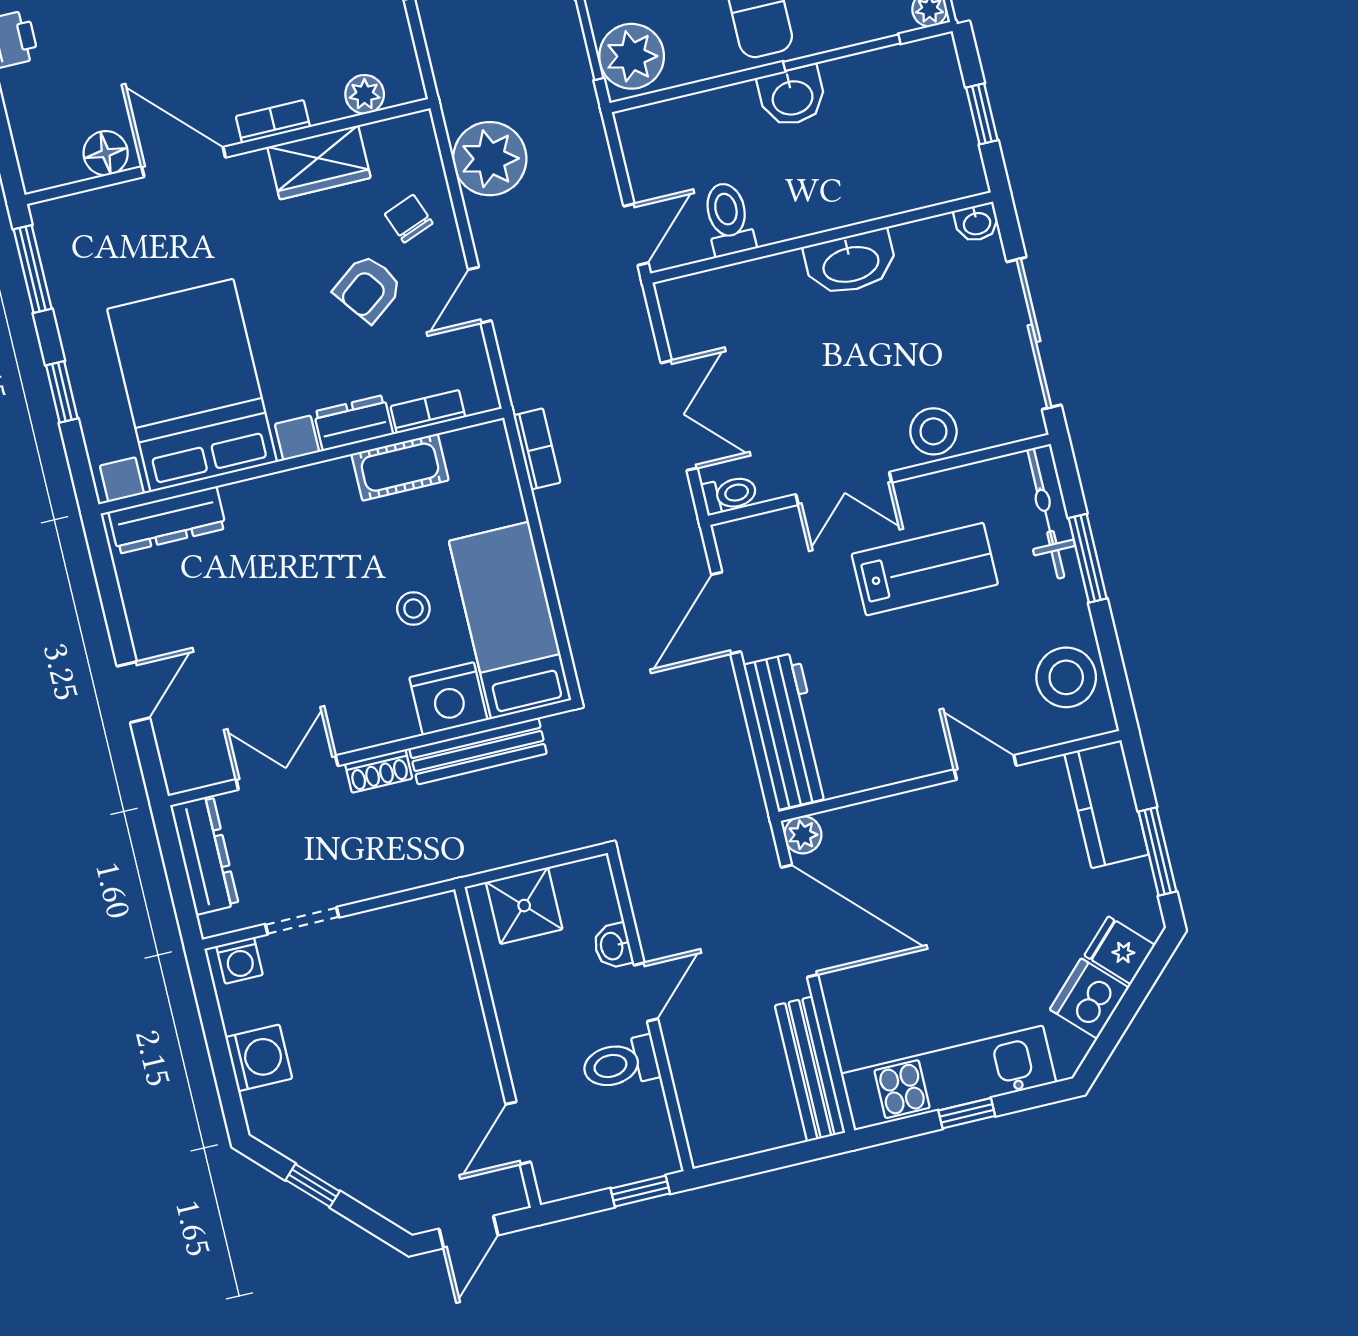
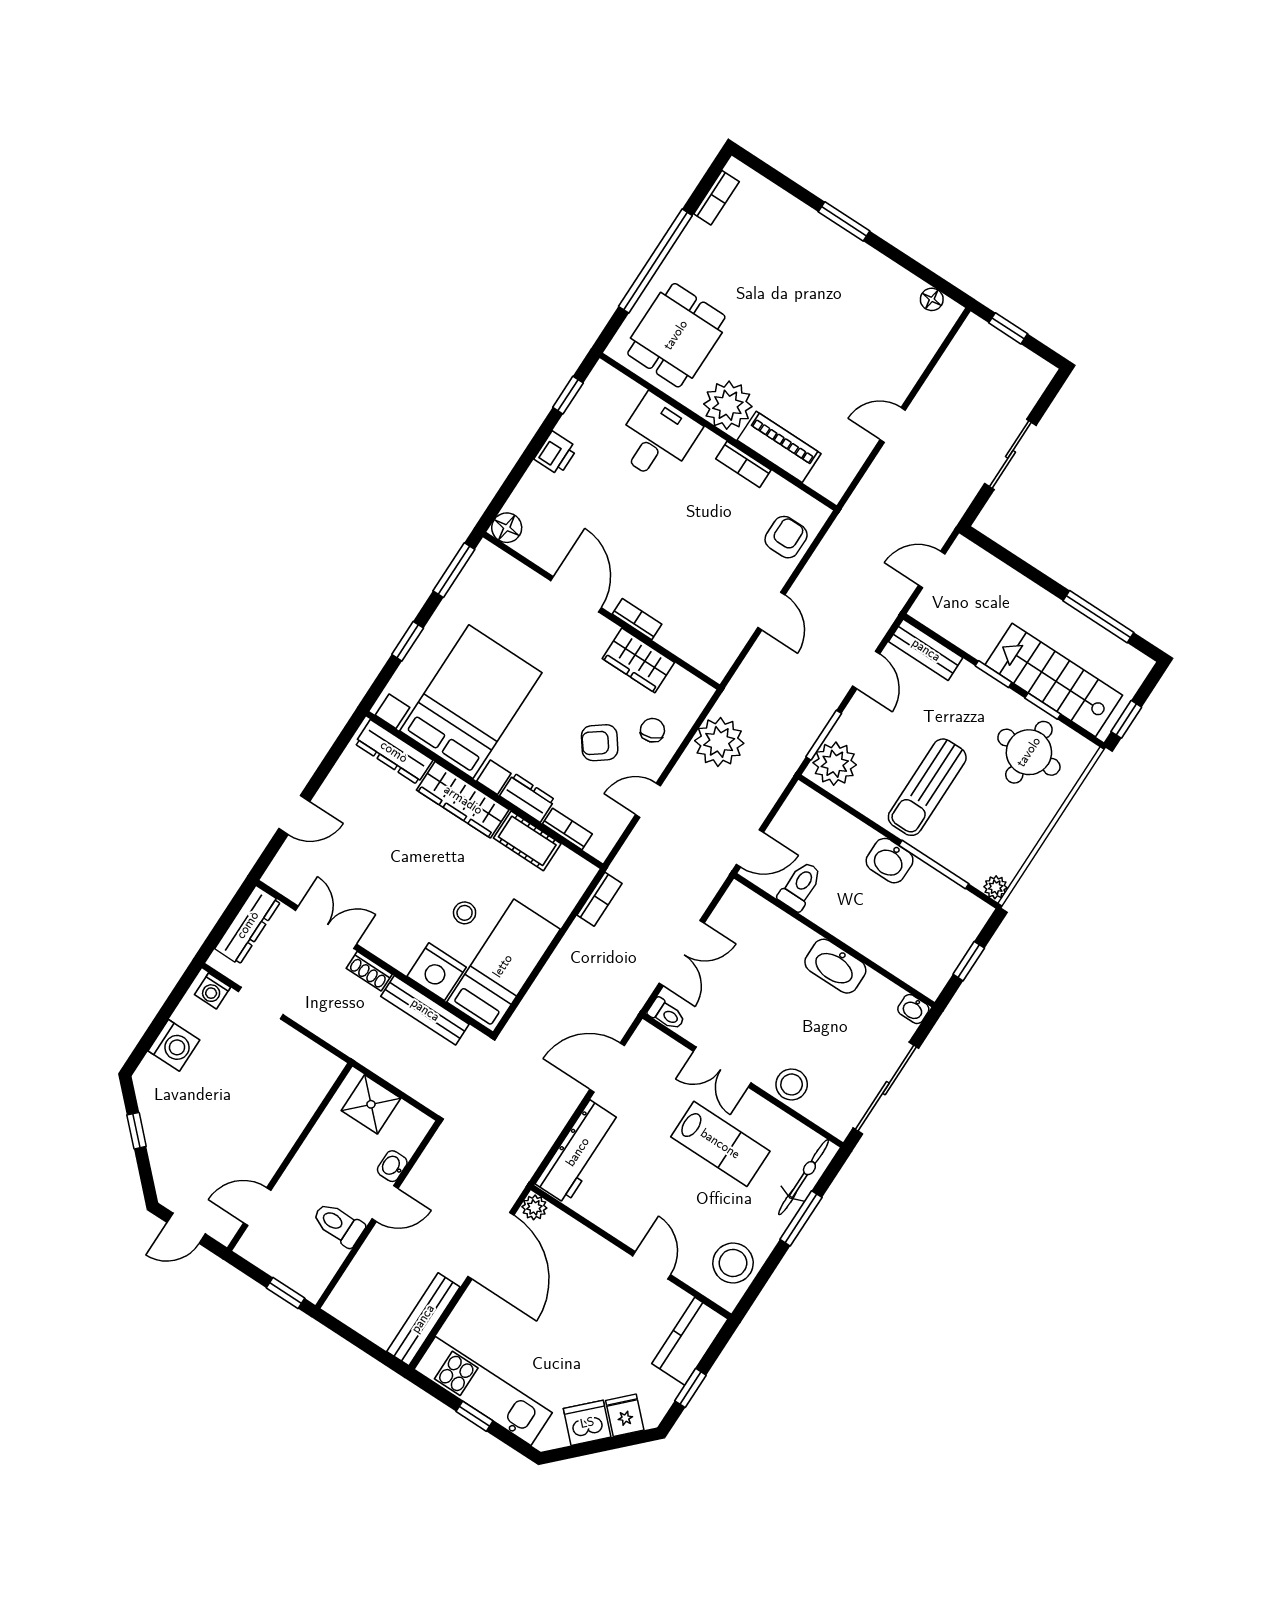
plant: (365, 94) -> (693, 651), removed
floor lamp: (106, 153) -> (507, 528), moved
wardrobe: (290, 495) -> (463, 800), added
window: (1158, 851) -> (690, 1388), width x0.67

